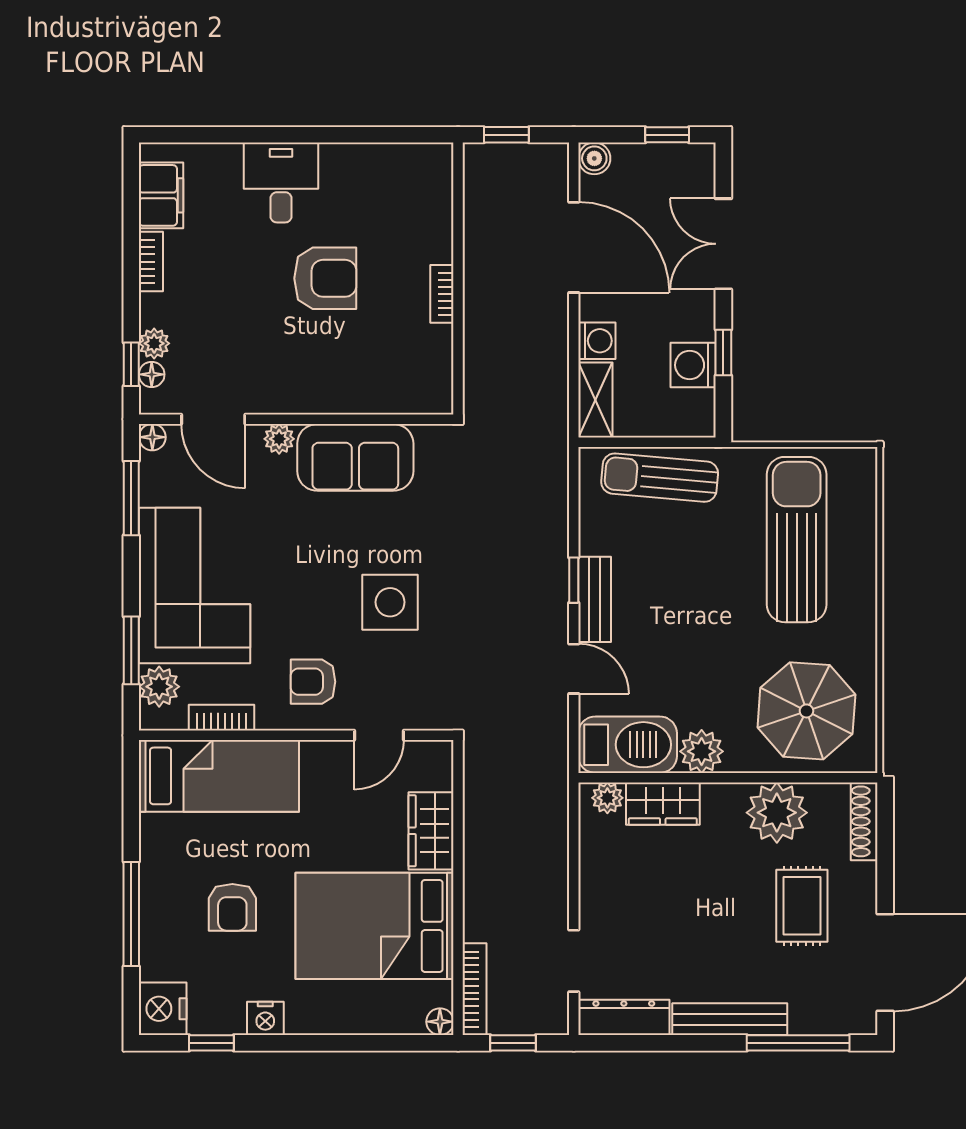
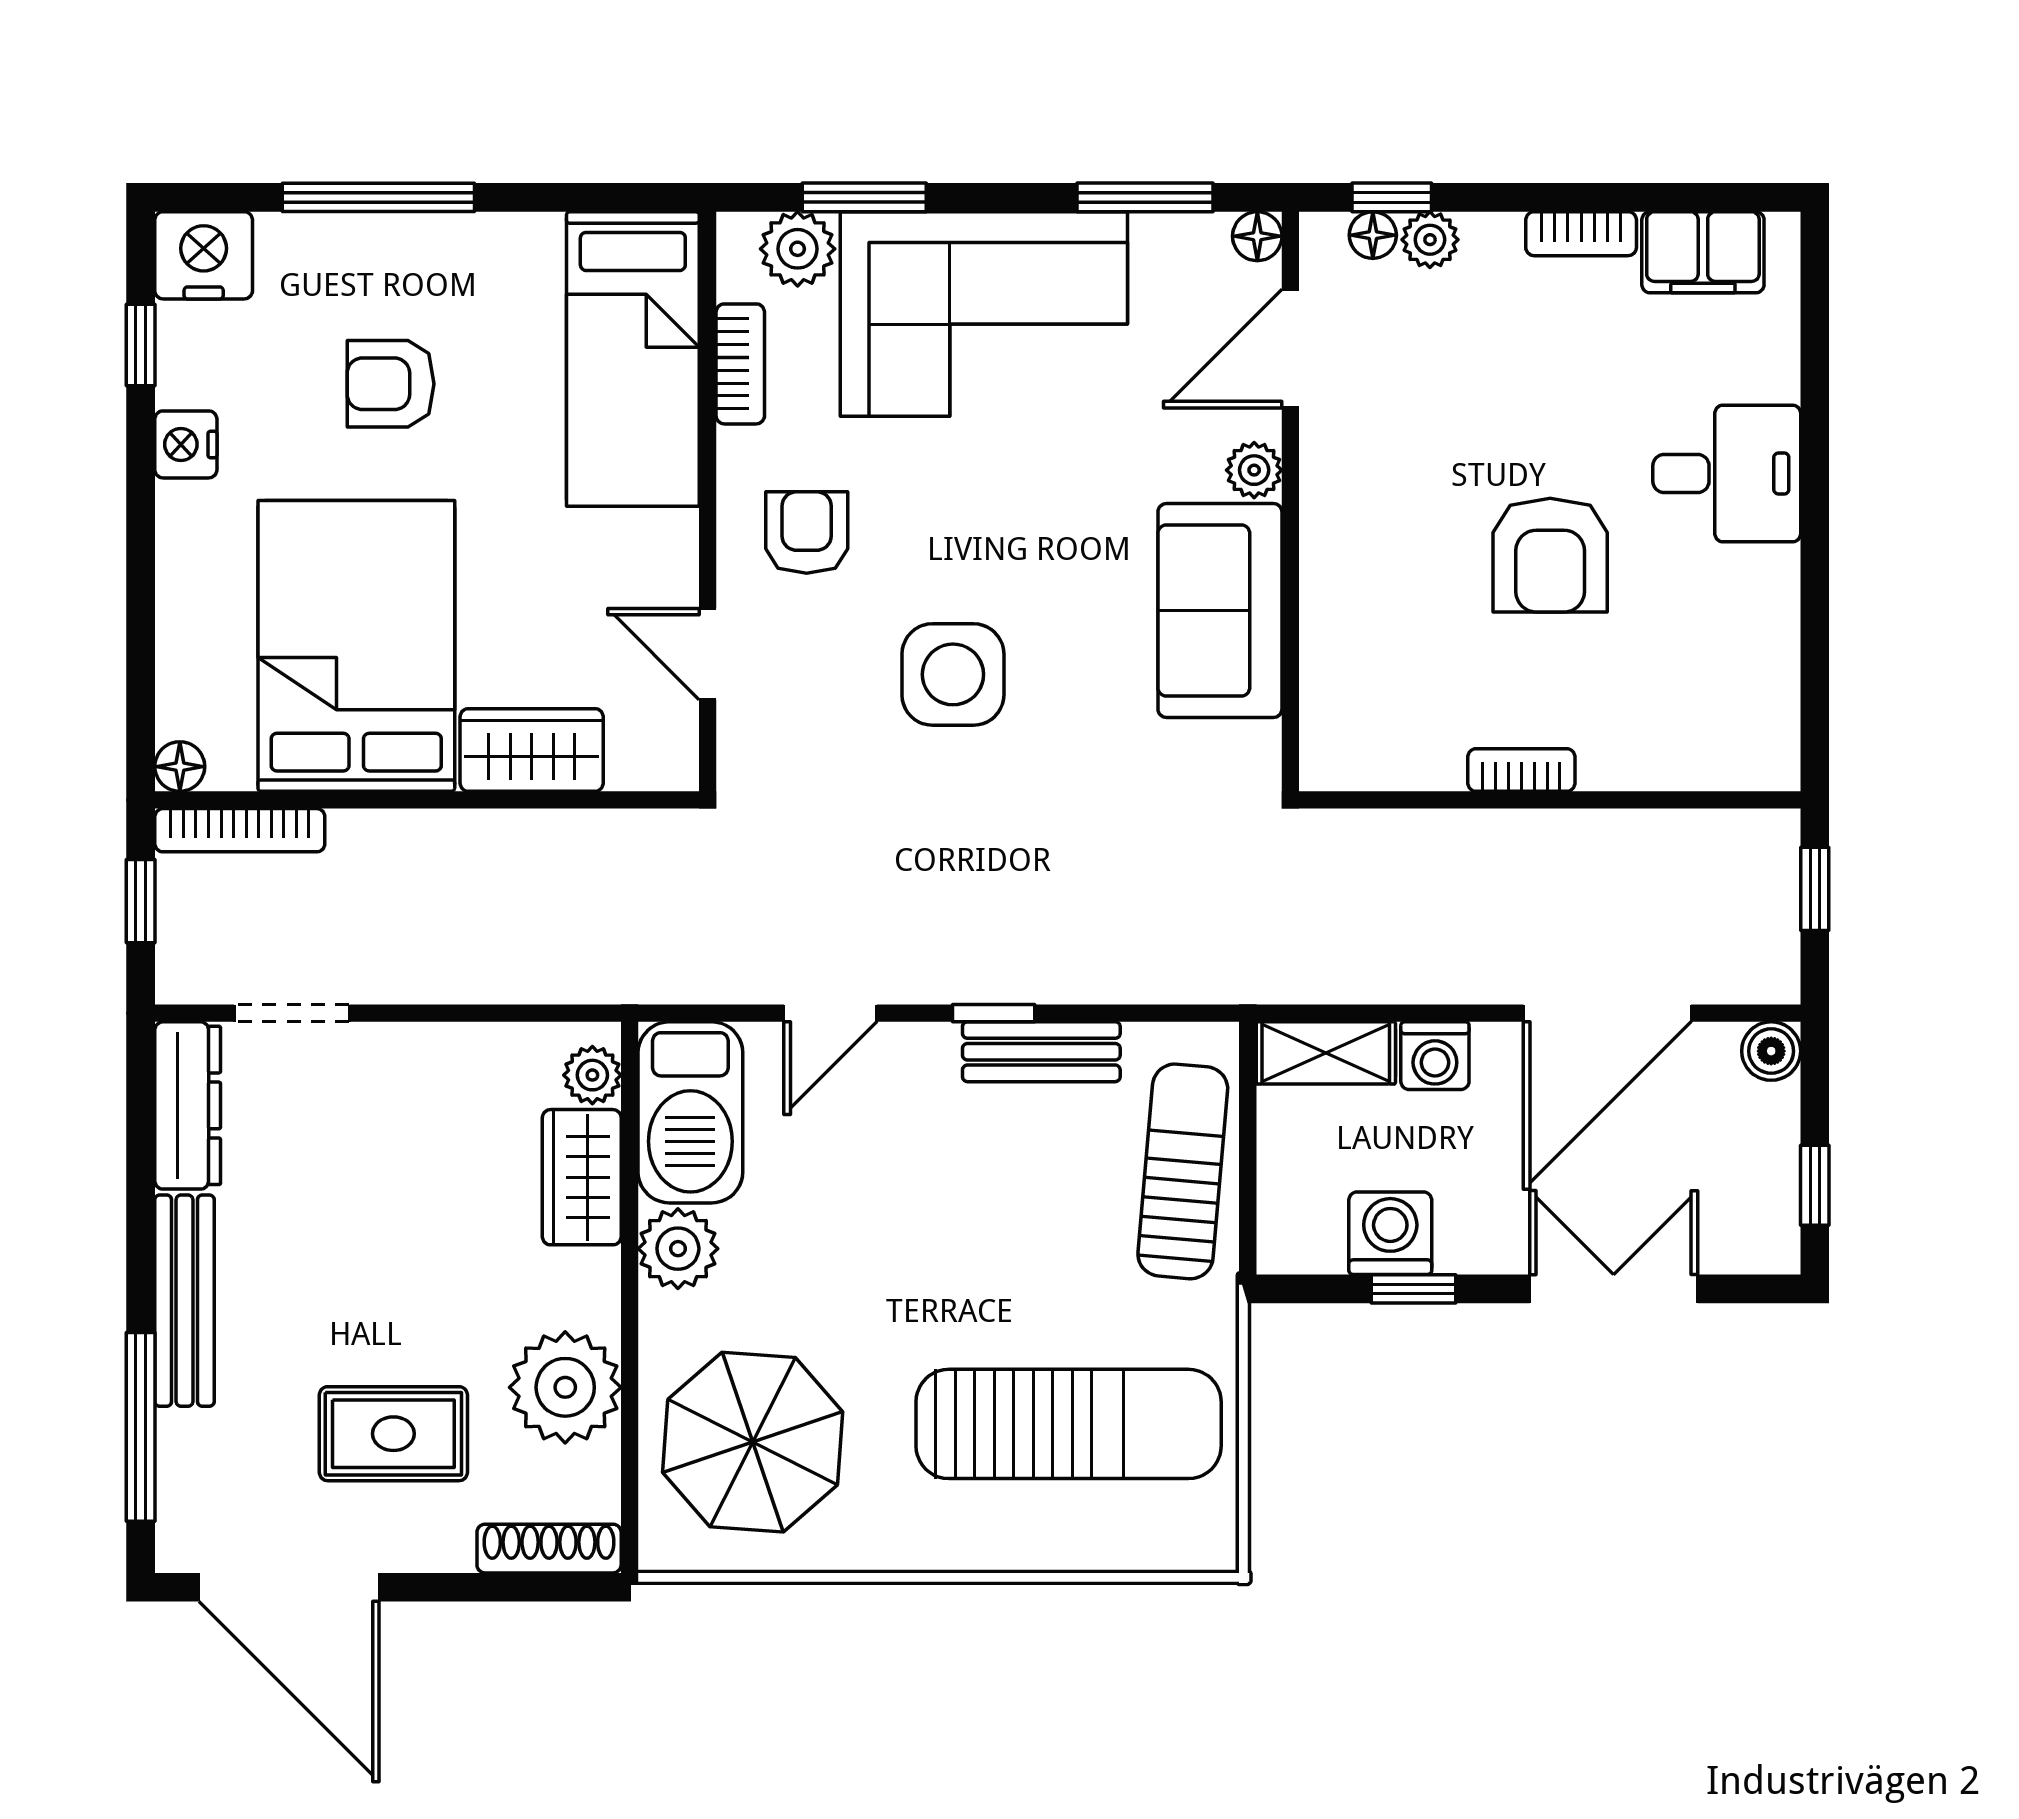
bench: (595, 599) -> (1041, 1052), moved

